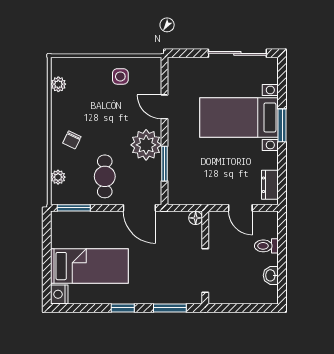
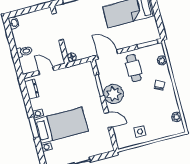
washbasin: (271, 275) -> (14, 23), moved

